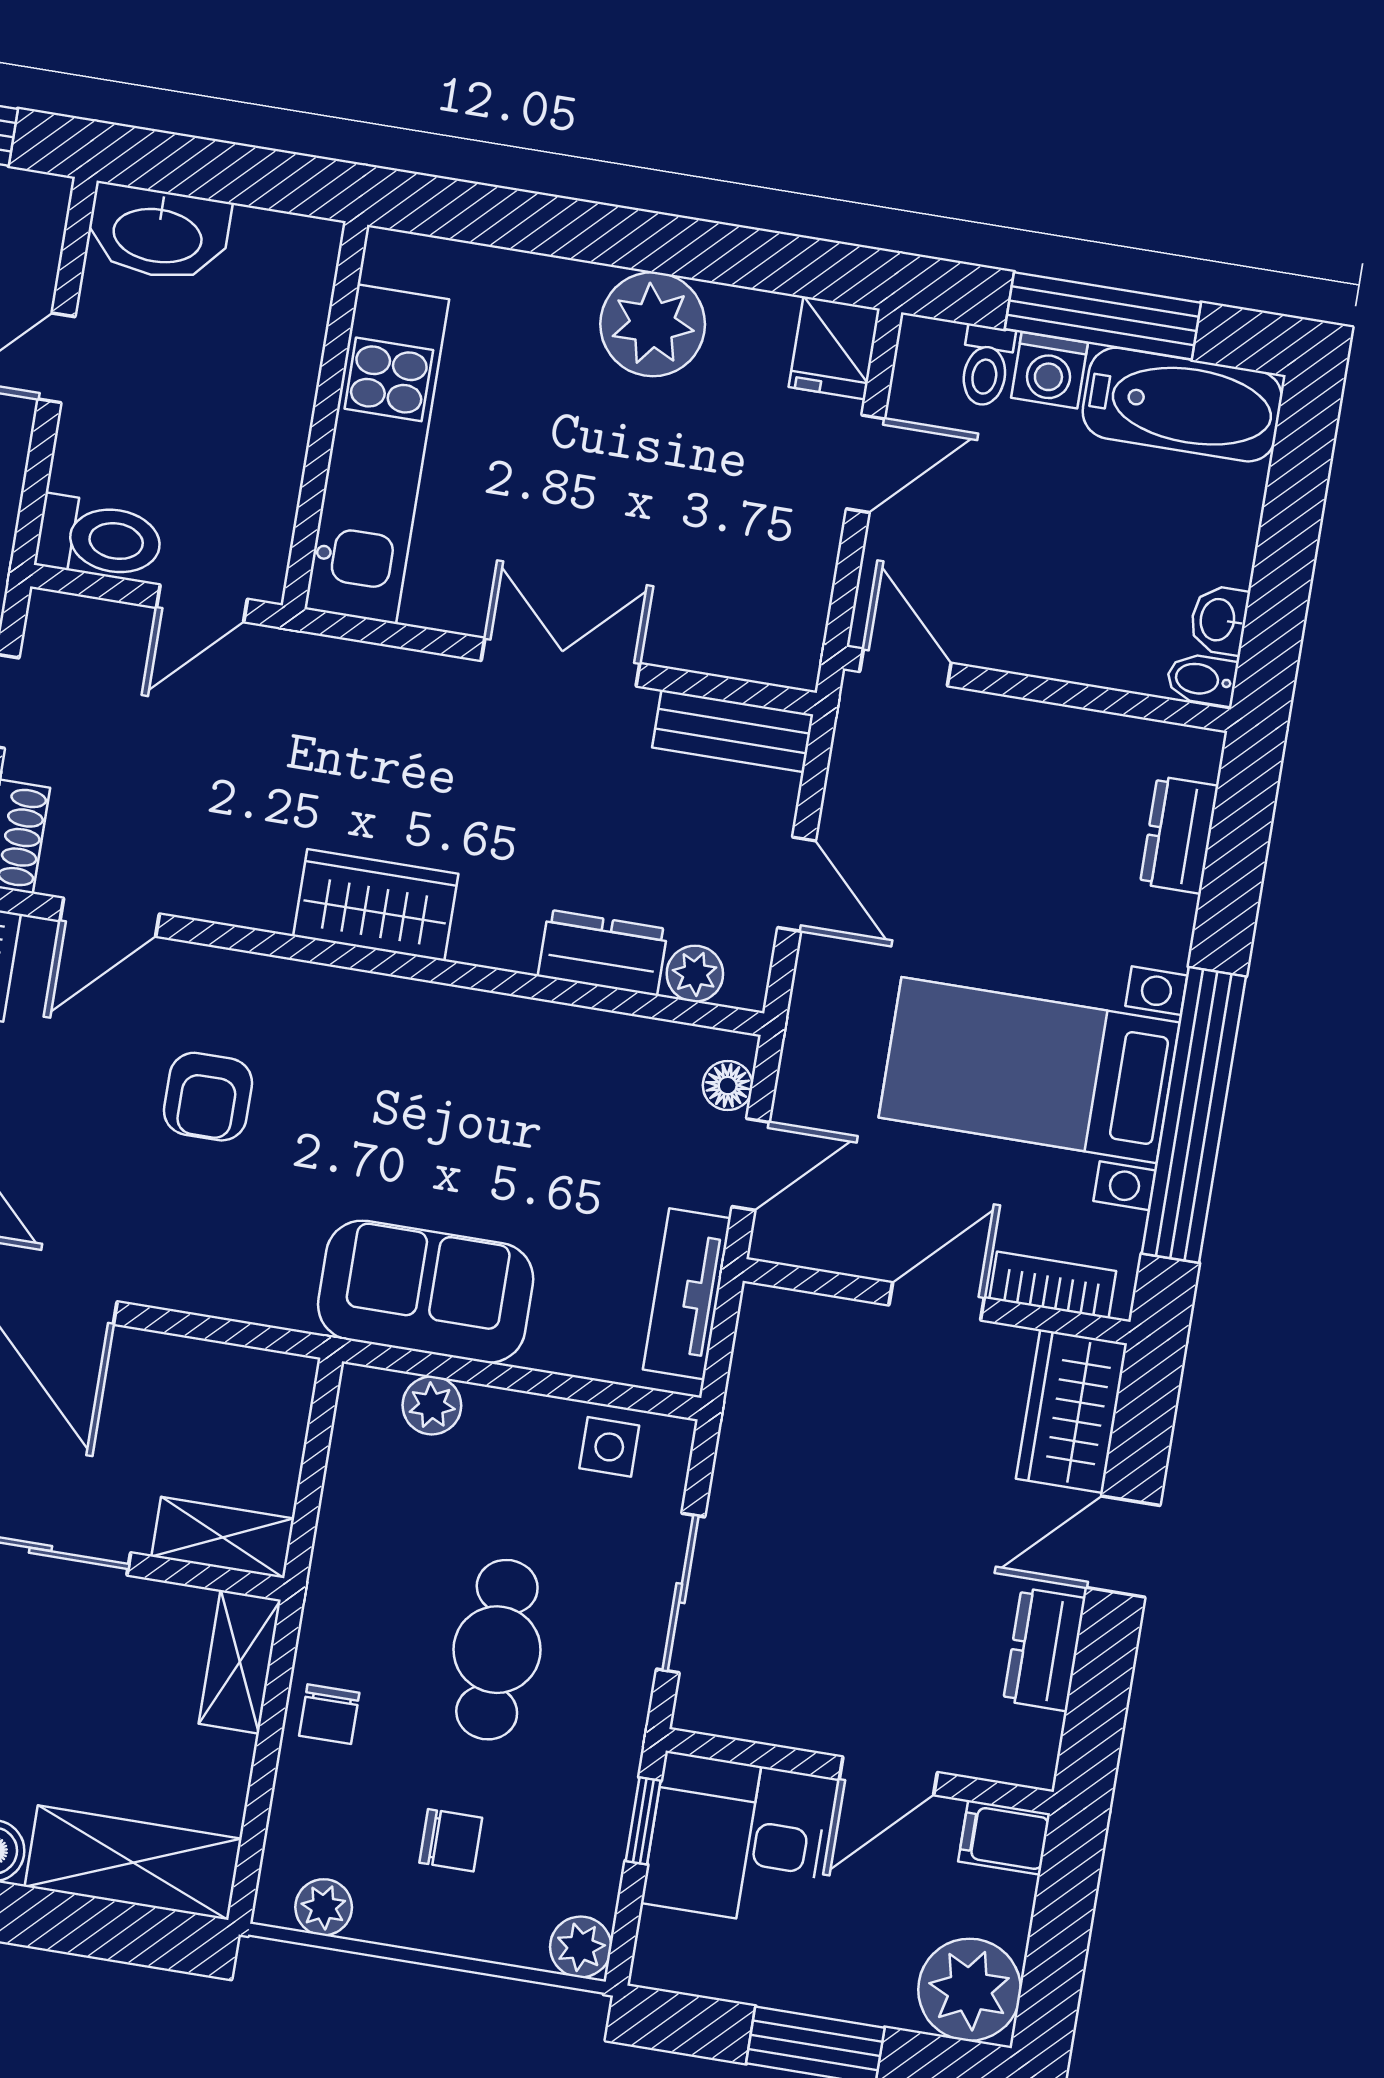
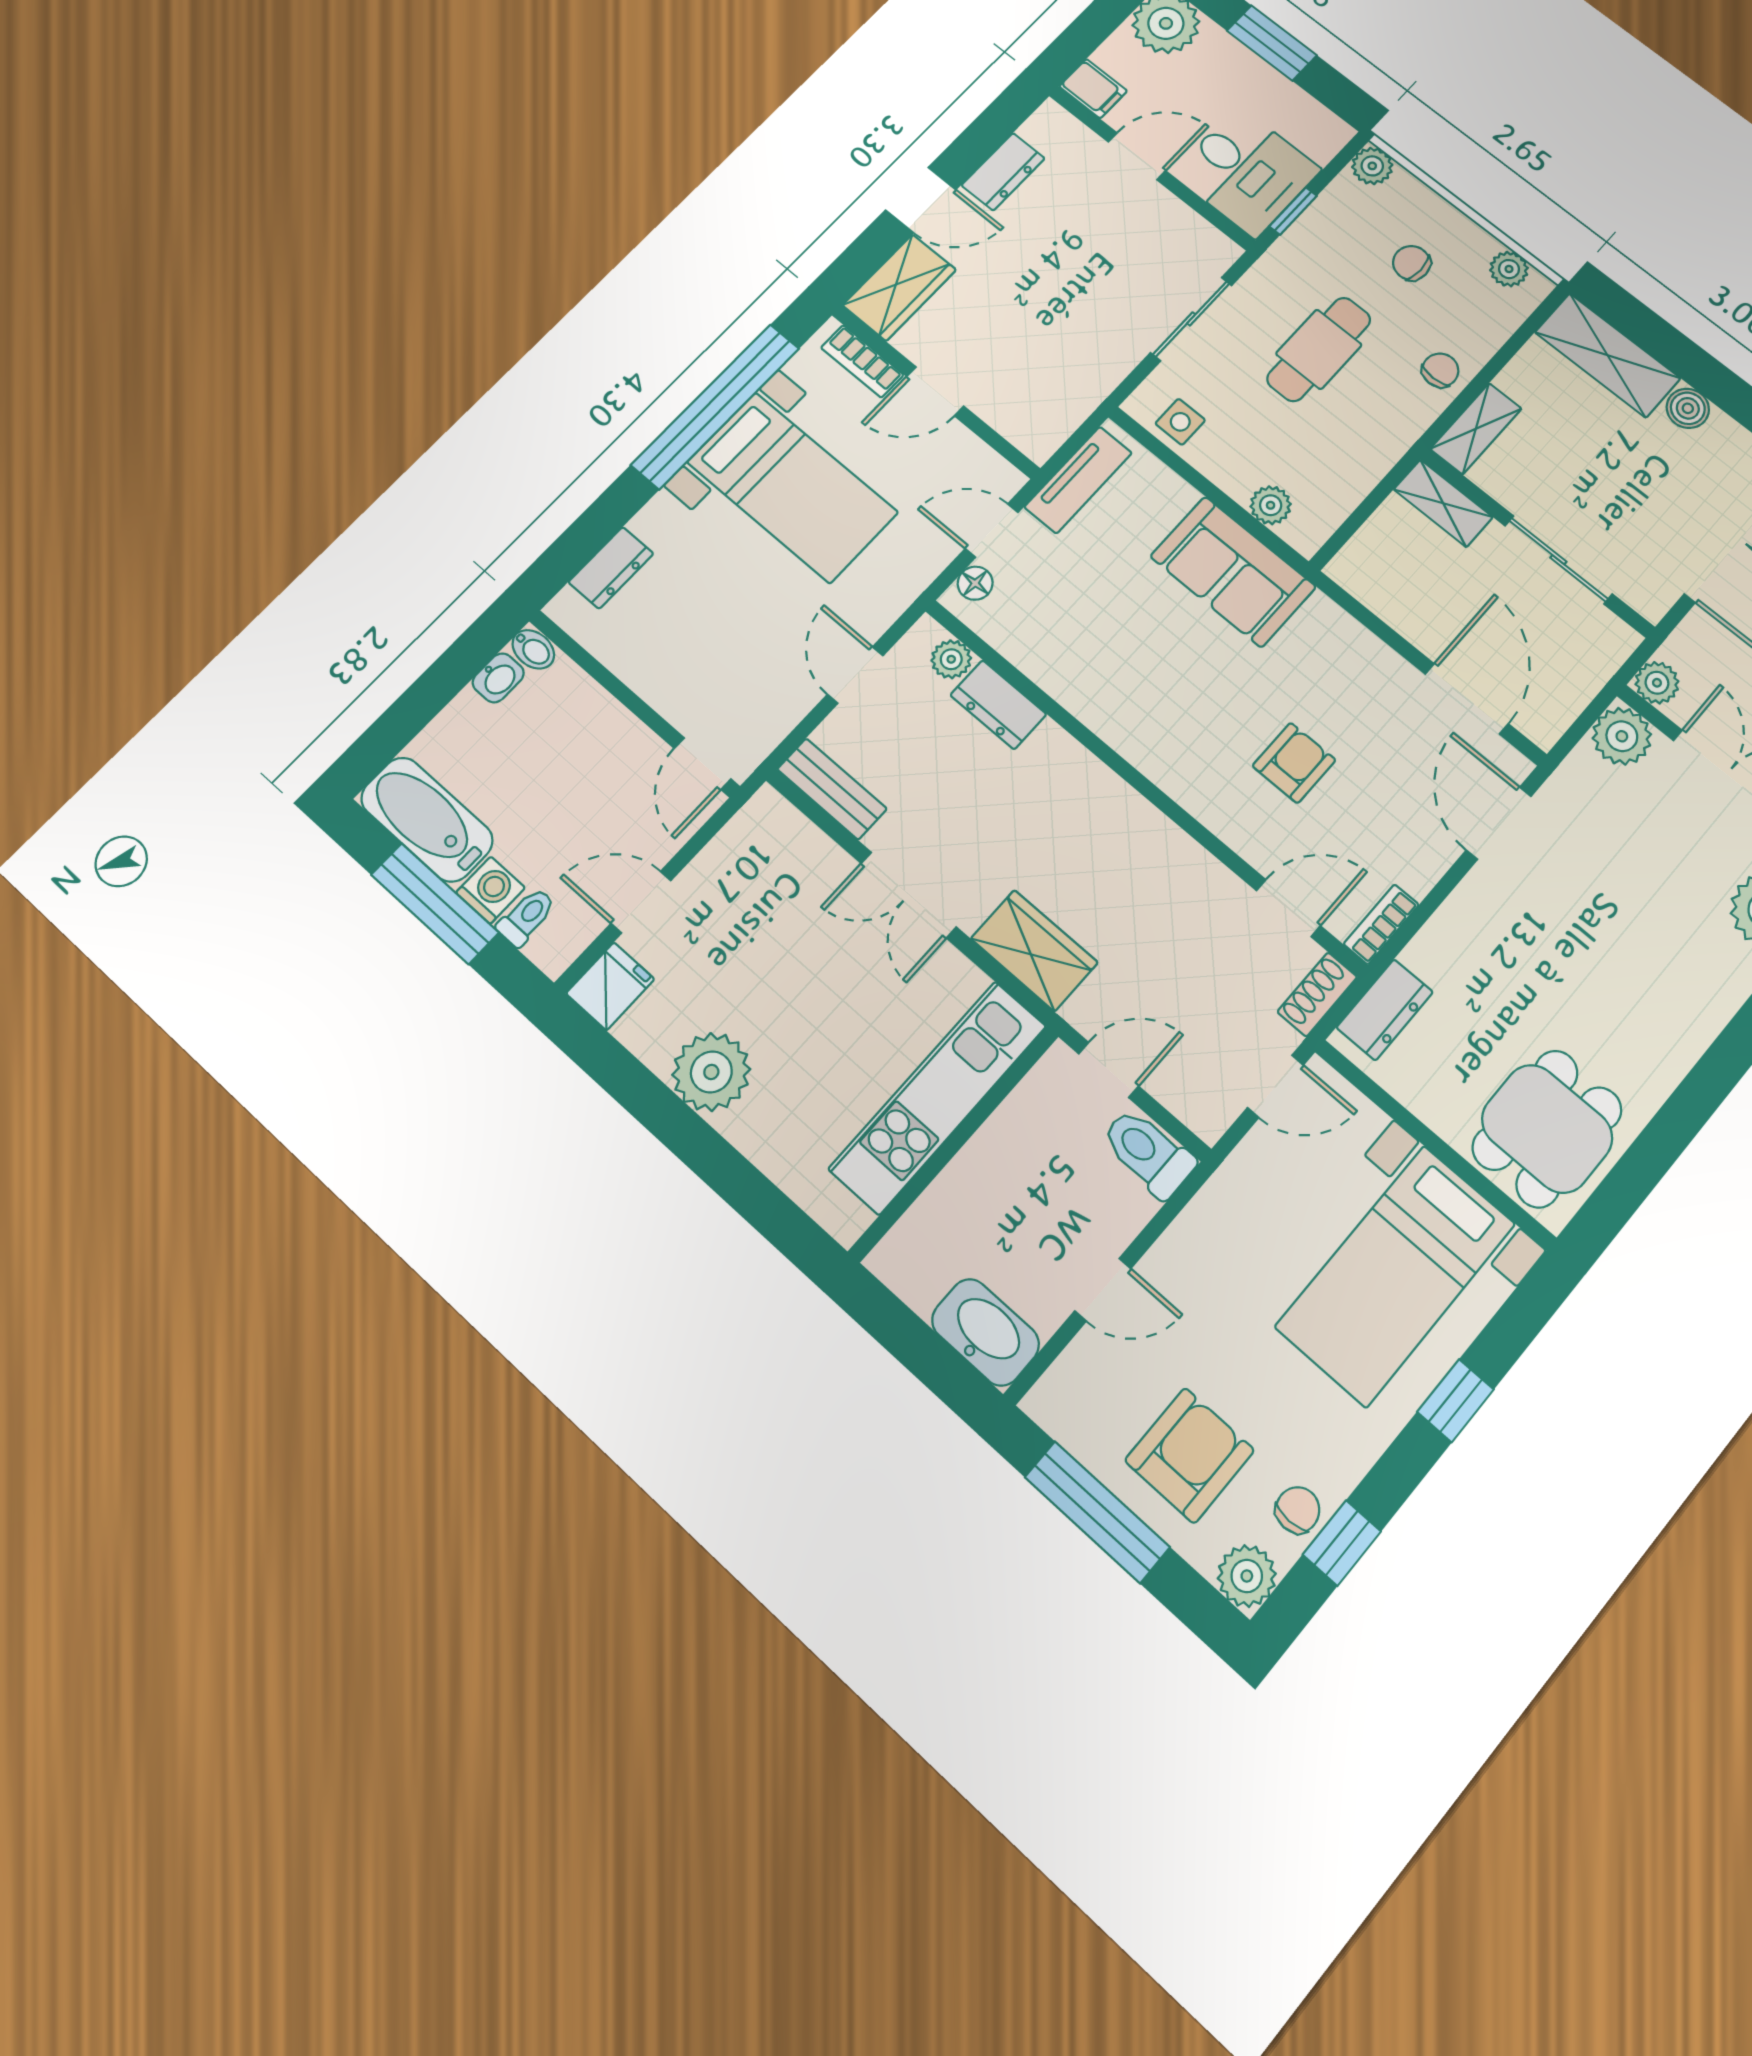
wardrobe: (376, 905) -> (1034, 950), moved, turned 180

